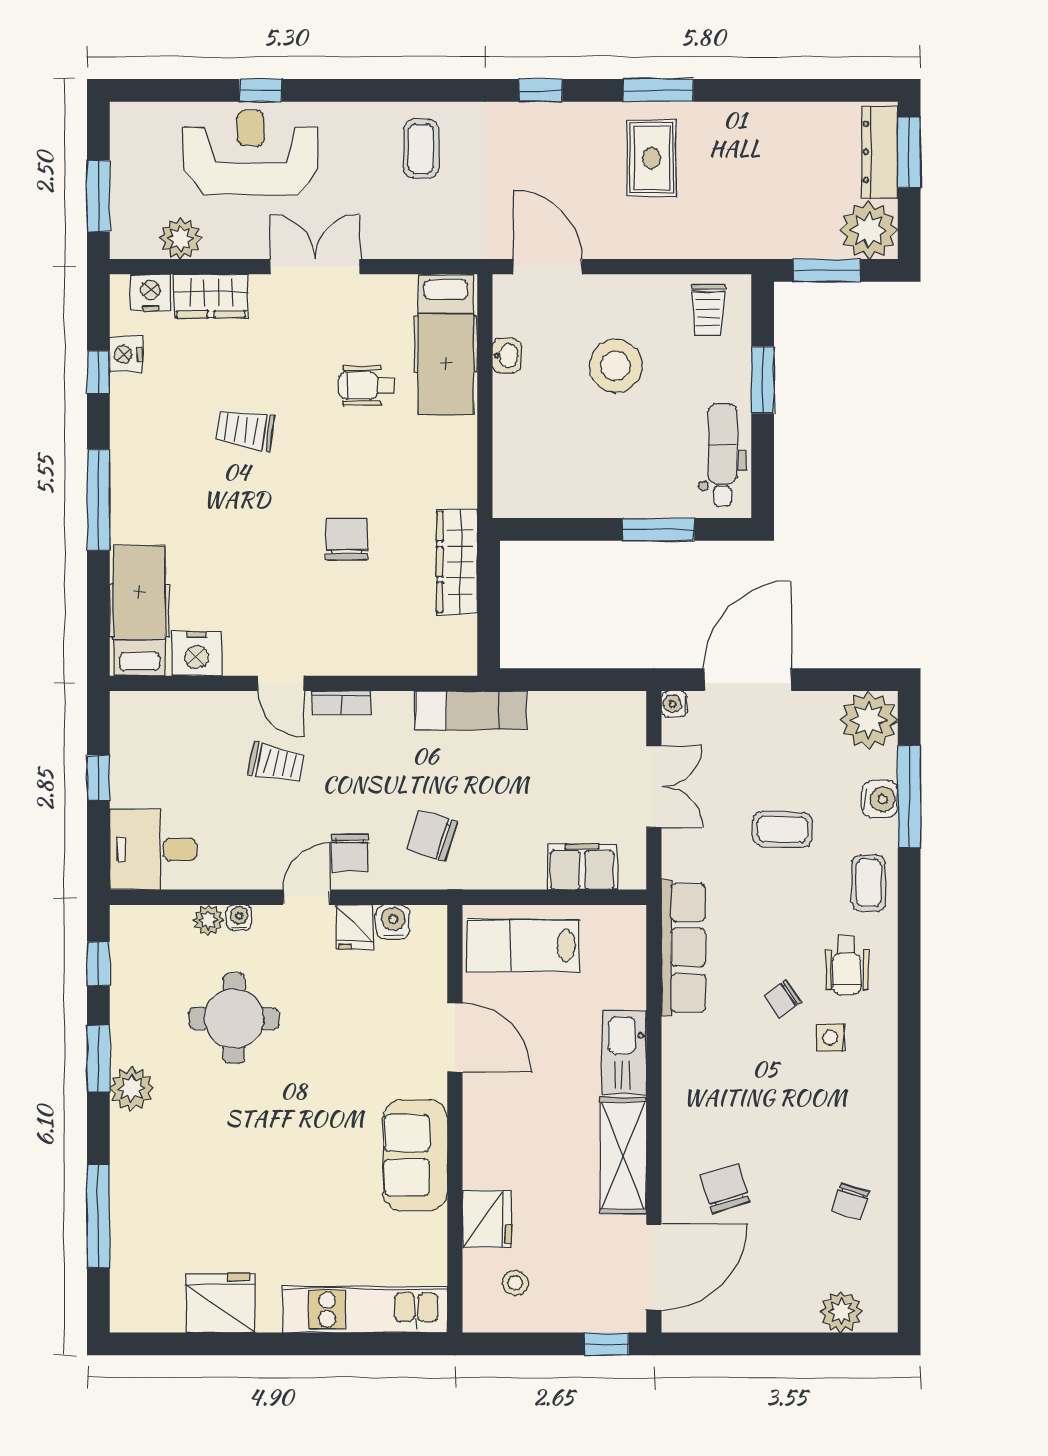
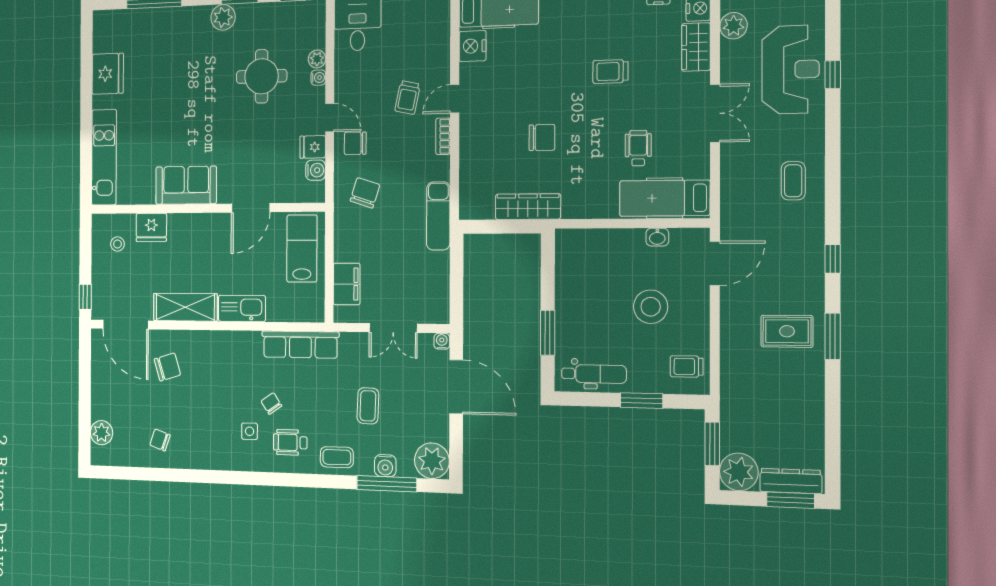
coffee table: (421, 149) -> (793, 181), turned 90
trolley: (245, 430) -> (610, 71), turned -98

